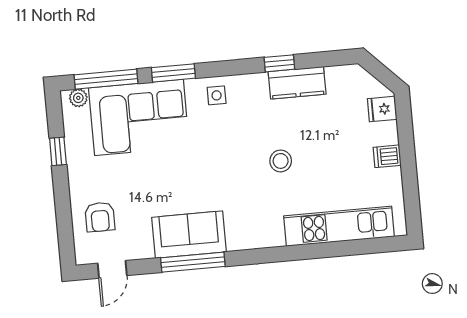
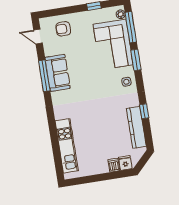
kitchen counter: (297, 83) -> (136, 127), width x1.50
dishwasher: (387, 156) -> (114, 165), moved
stool: (281, 161) -> (97, 115), removed

